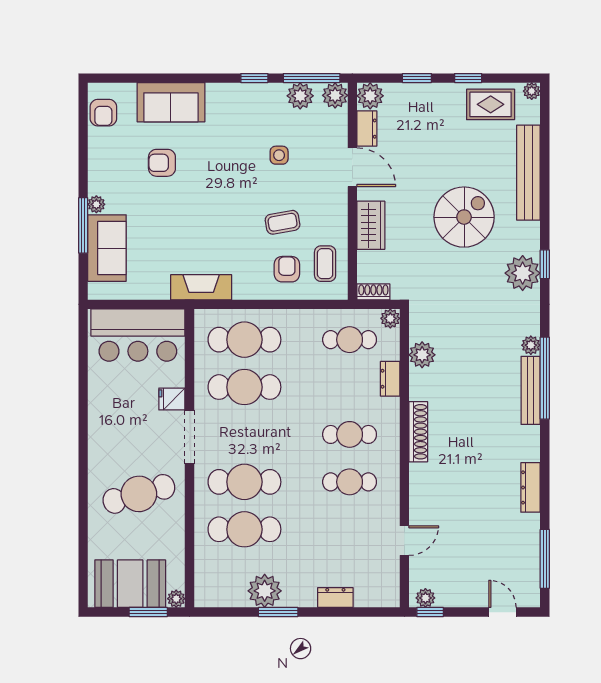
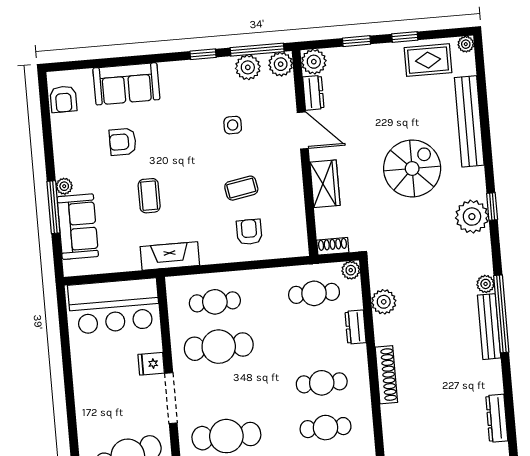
coffee table: (325, 264) -> (149, 196), moved
cafe table: (244, 340) -> (215, 302), width x0.73, depth x0.74

